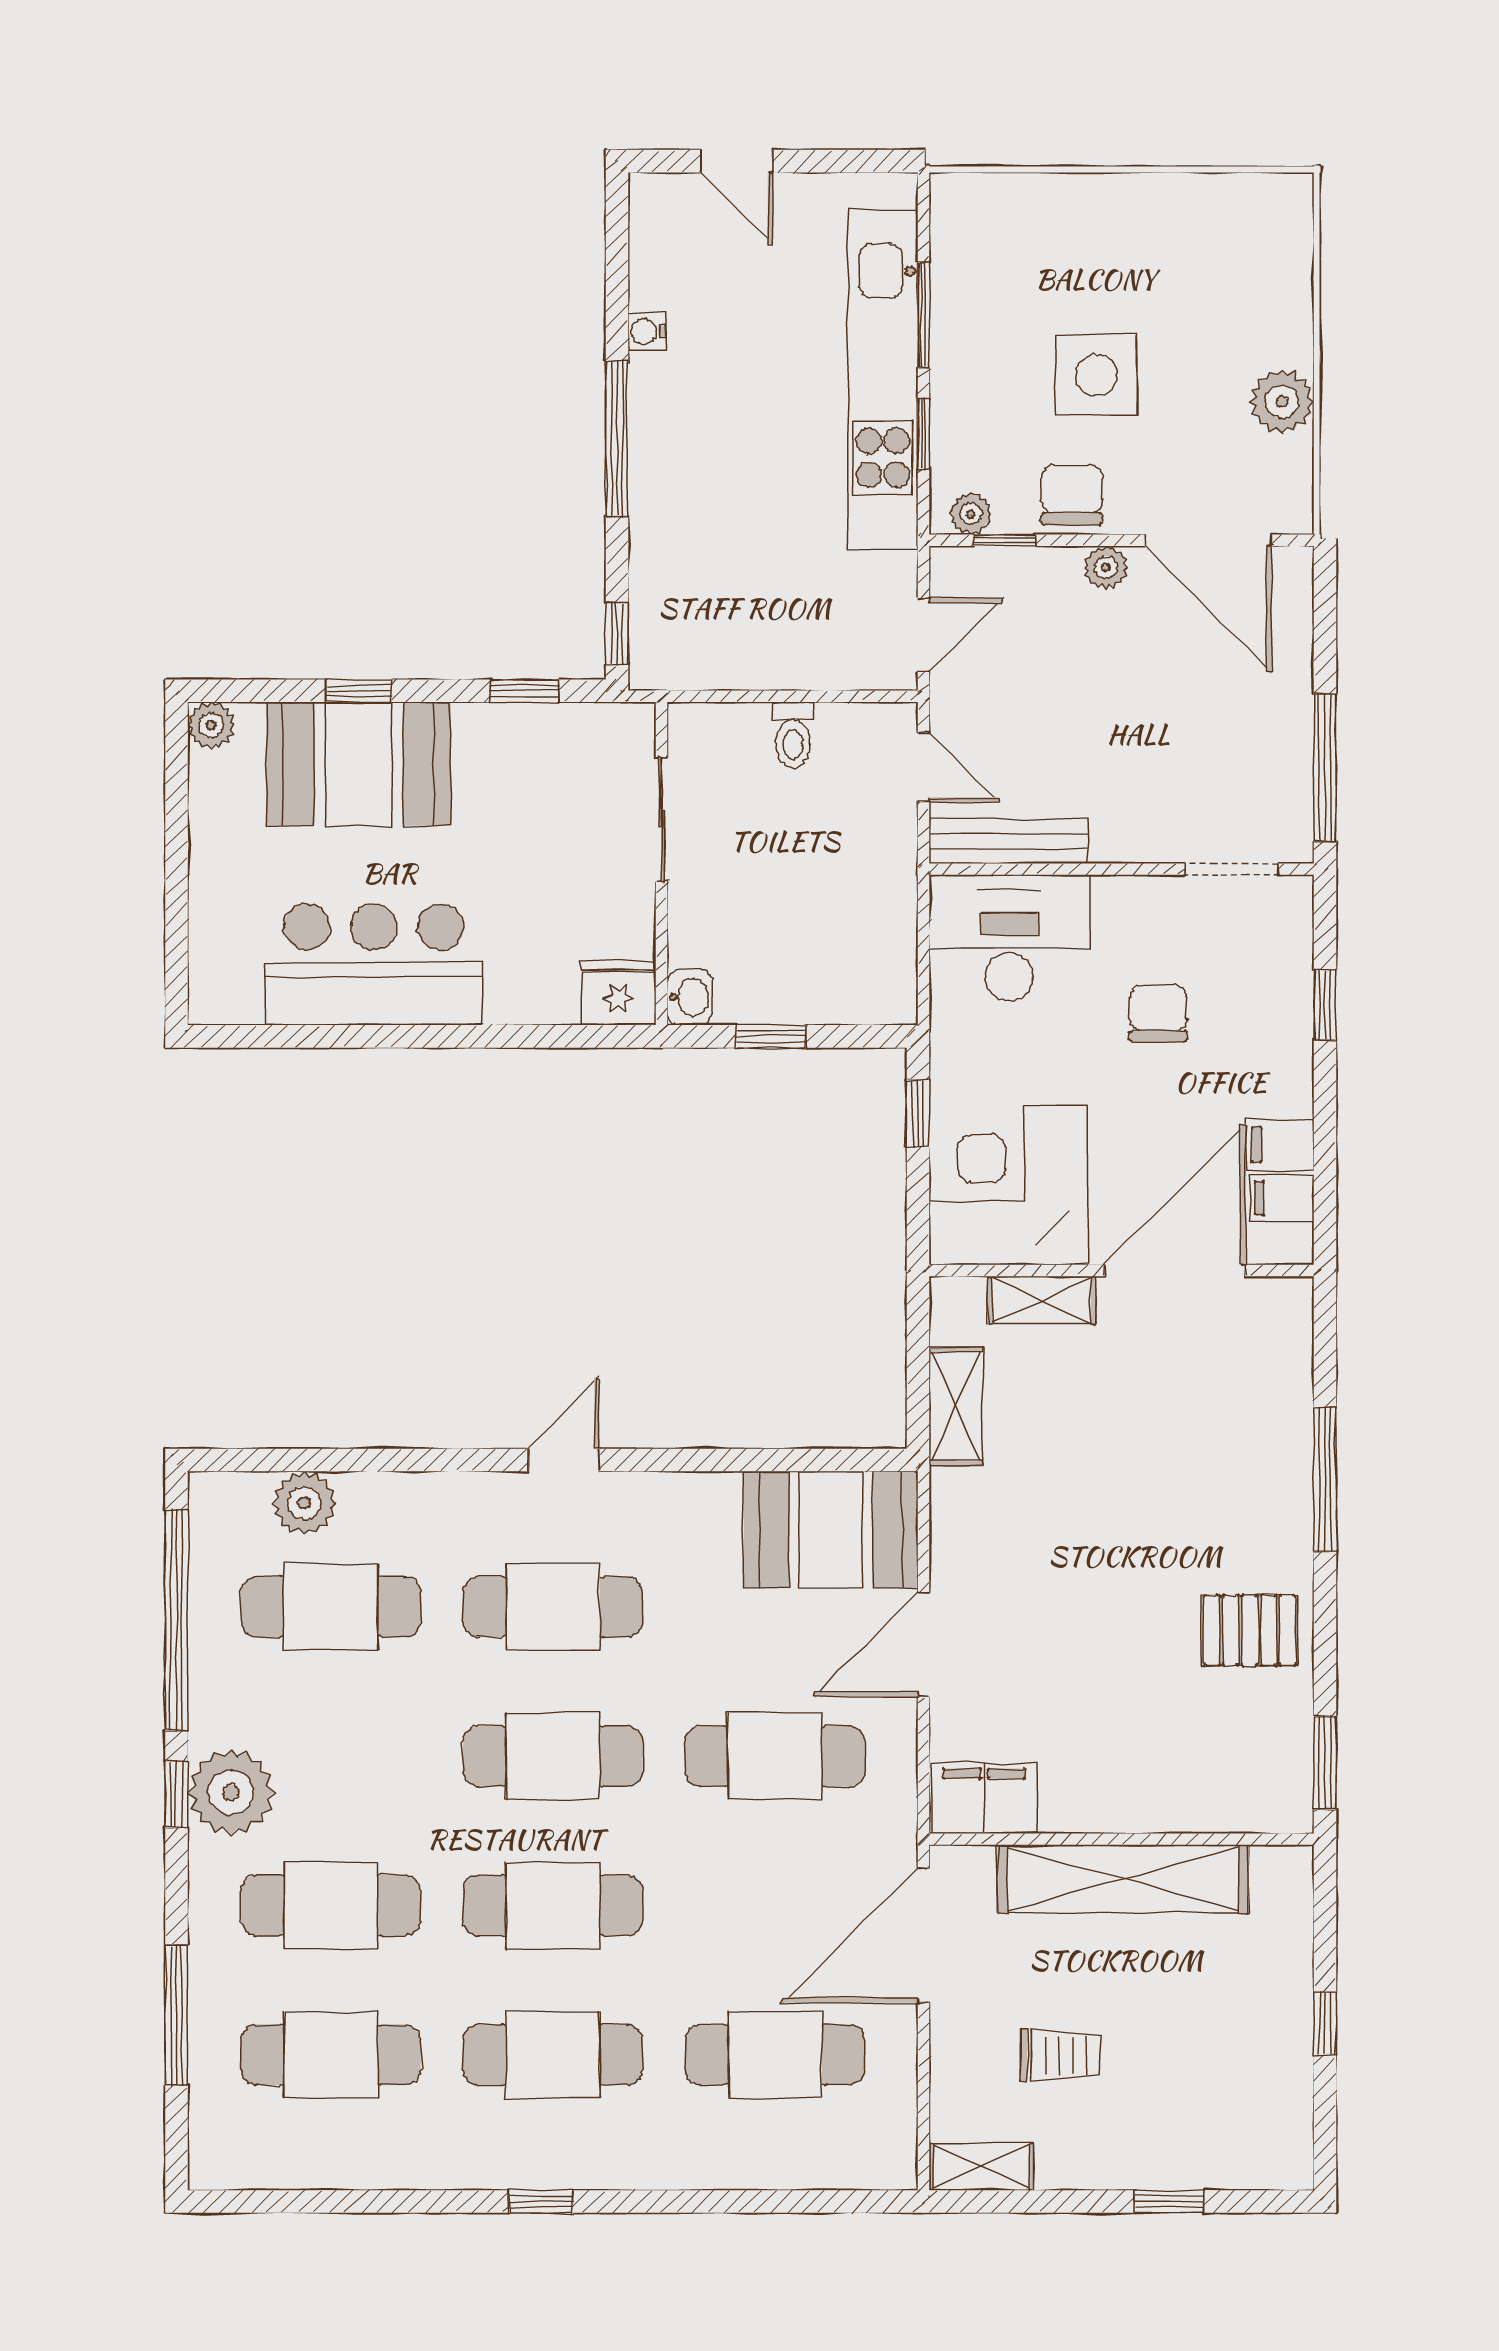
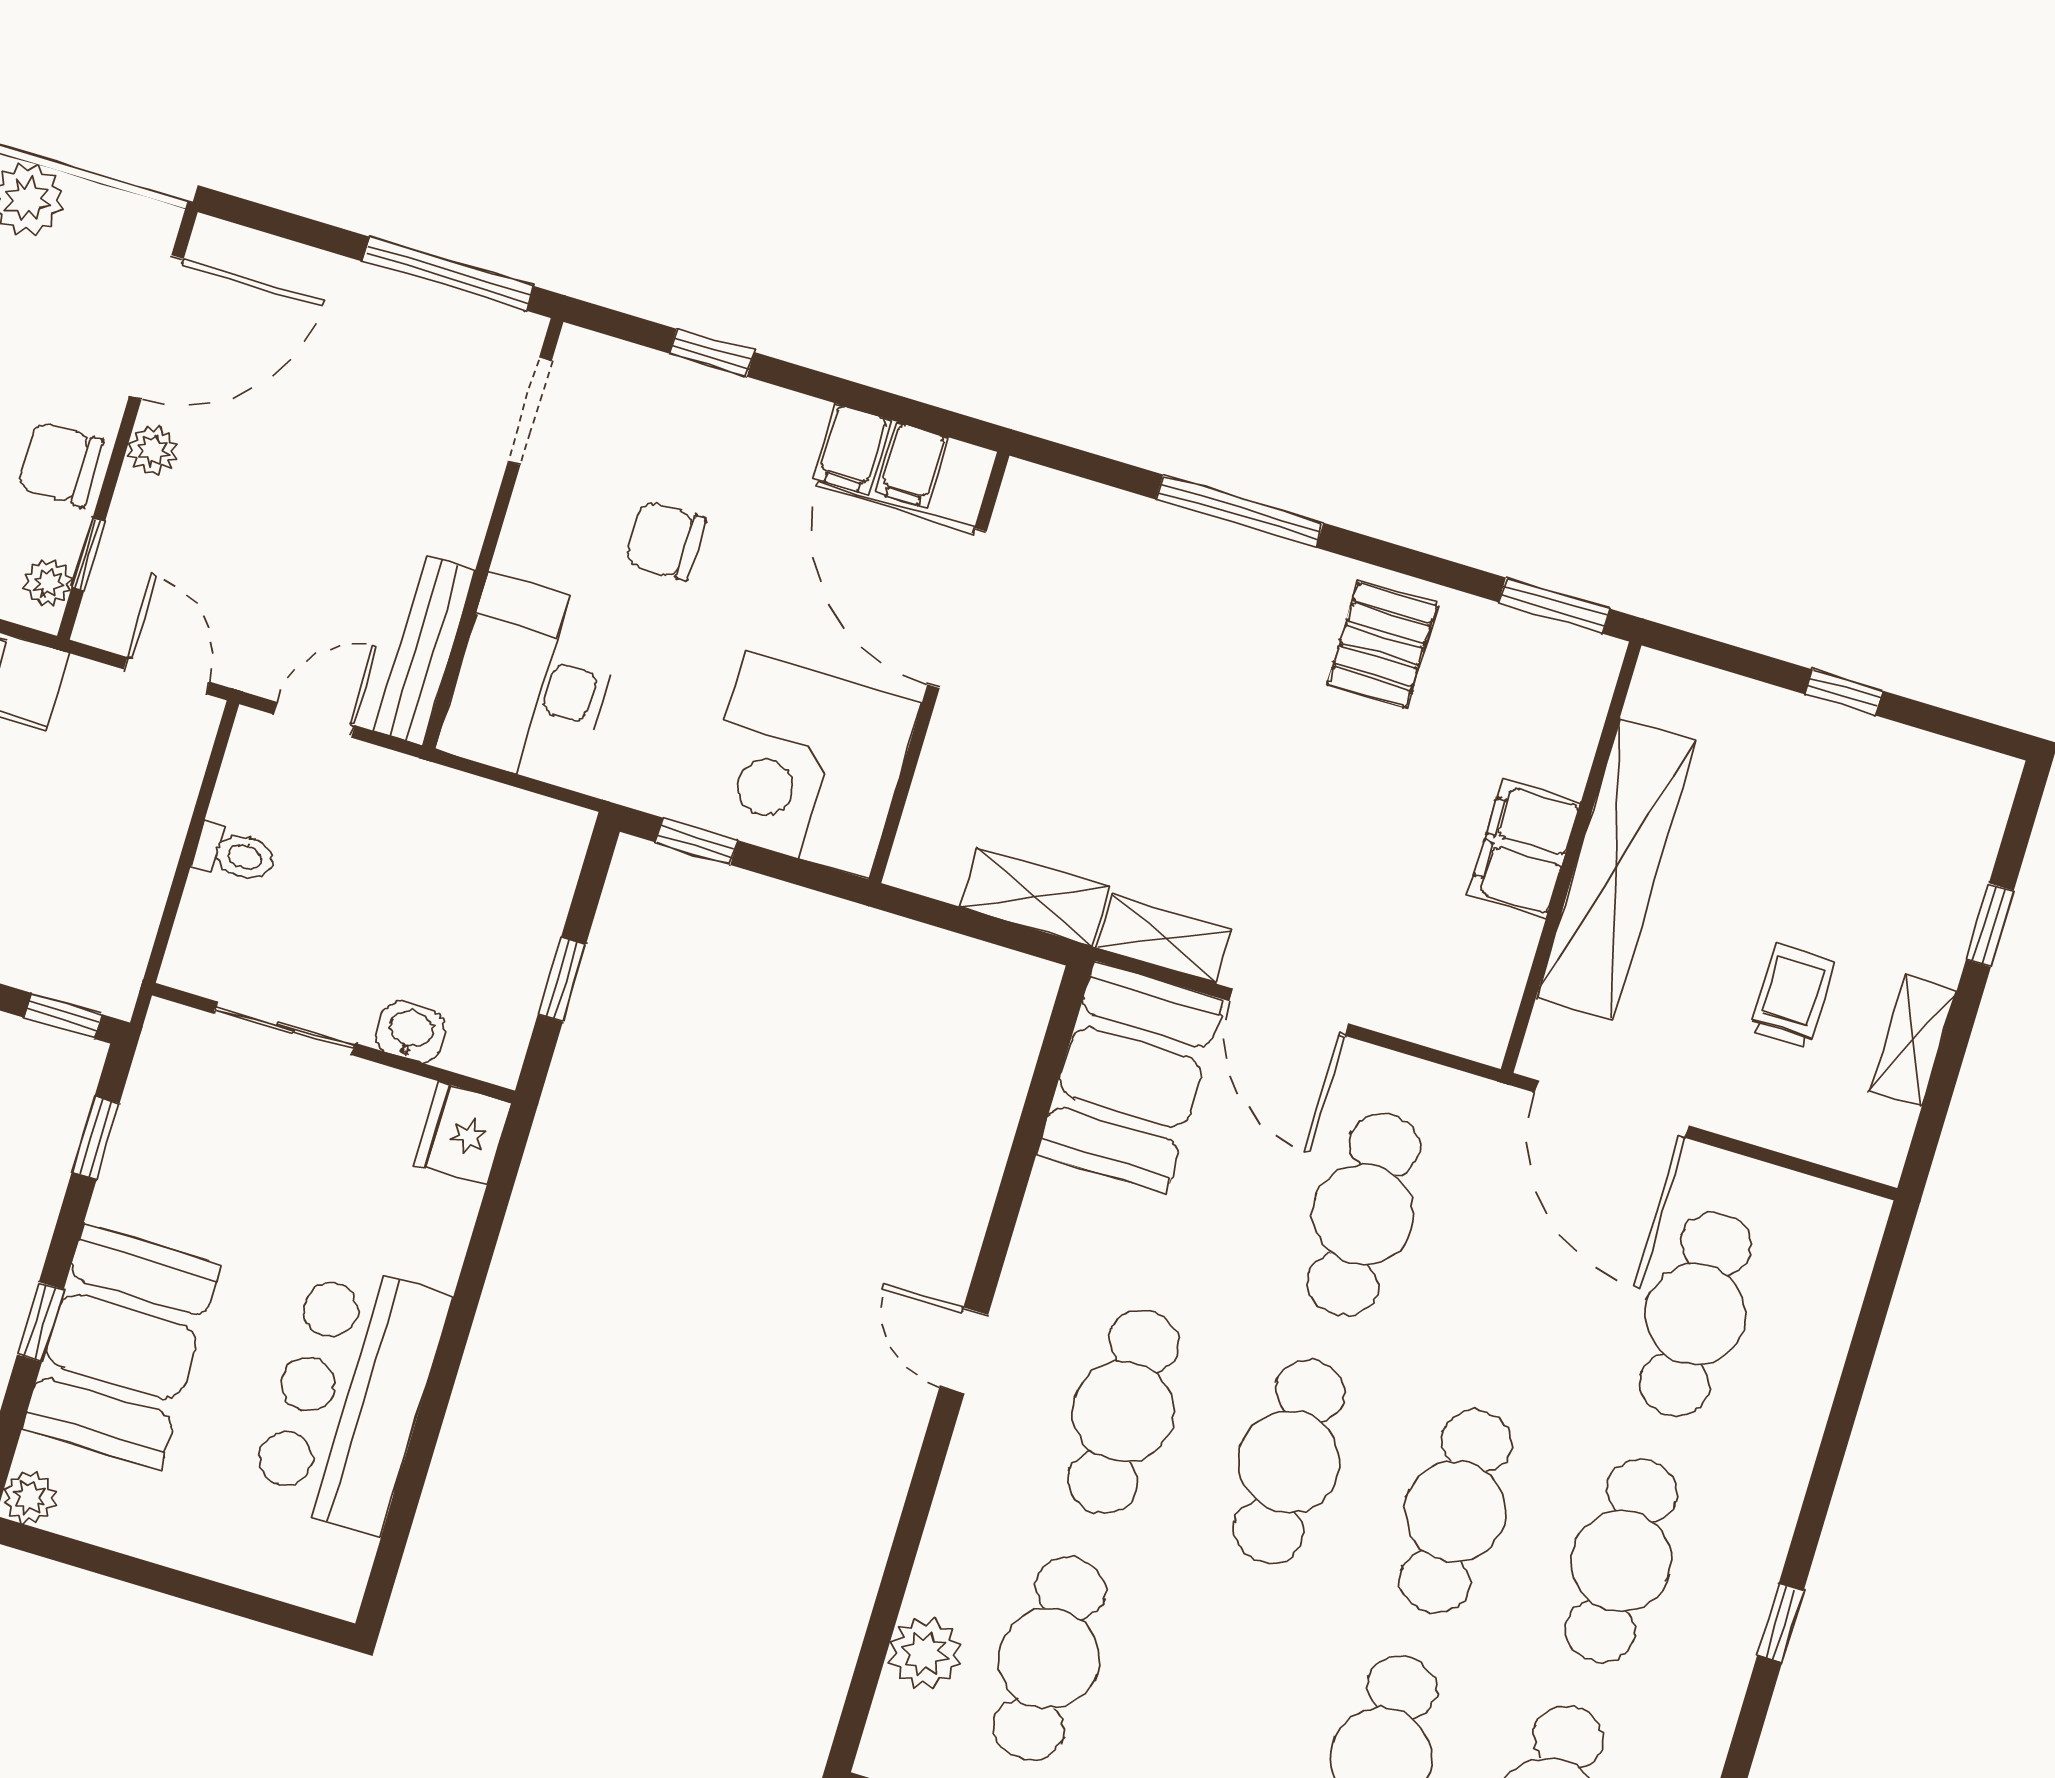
washbasin: (690, 997) -> (410, 1032), moved
shelving: (1041, 1300) -> (1164, 939), moved, turned 90
filing cabinet: (984, 1798) -> (1524, 848), moved
shelving: (981, 2167) -> (1913, 1041), moved

